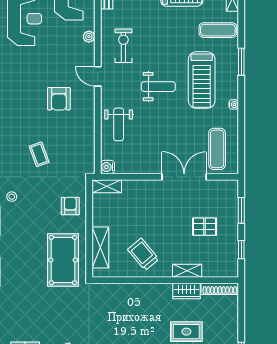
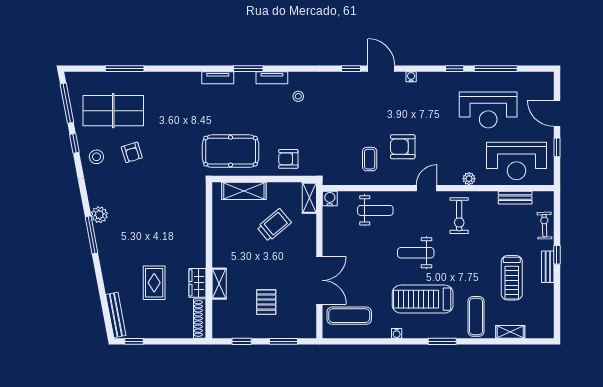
exercise bike: (123, 46) -> (459, 216), turned 90
weight bench: (158, 87) -> (416, 253), turned 90
weight bench: (119, 124) -> (375, 210), turned 180
coffee table: (39, 154) -> (370, 159), moved, turned -70
armchair: (70, 206) -> (288, 159), turned 180
trolley: (143, 254) -> (274, 225), moved

